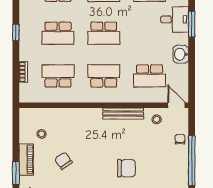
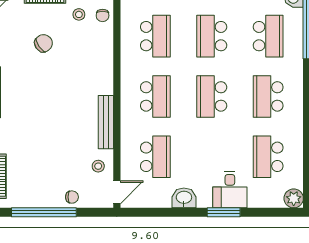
school desk: (150, 76) -> (155, 157), turned 180
chair: (126, 168) -> (103, 15), moved, width x0.54, depth x0.54

